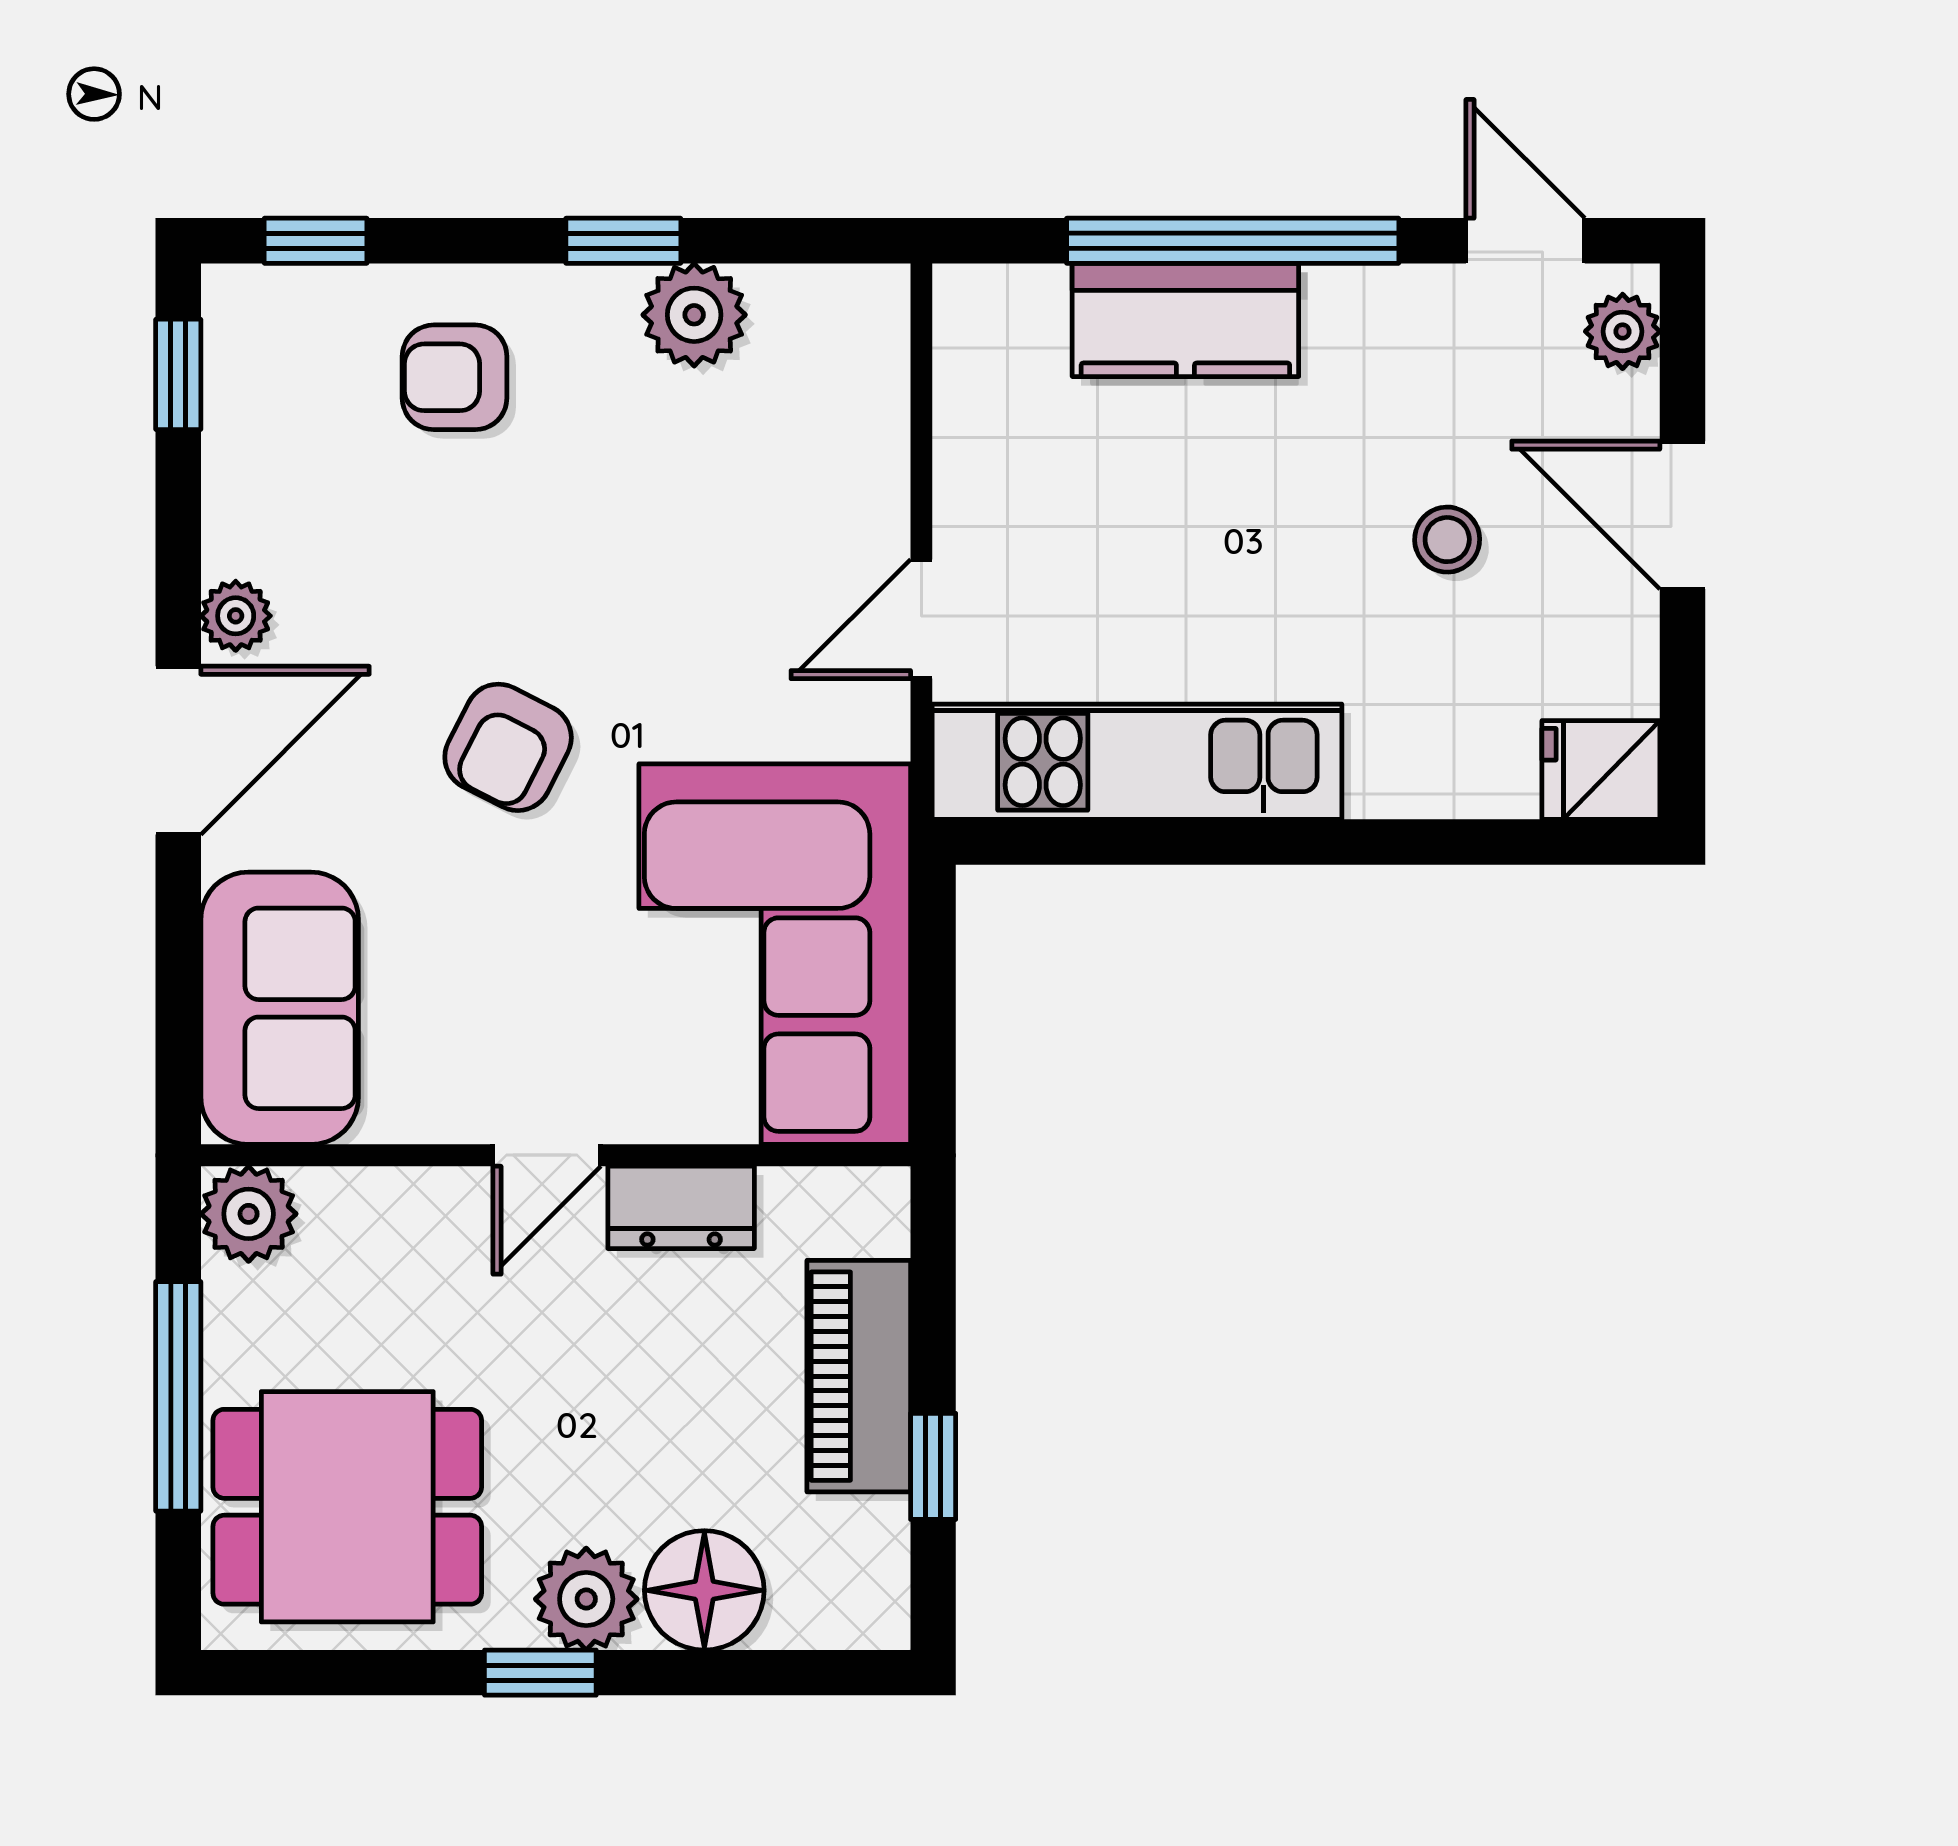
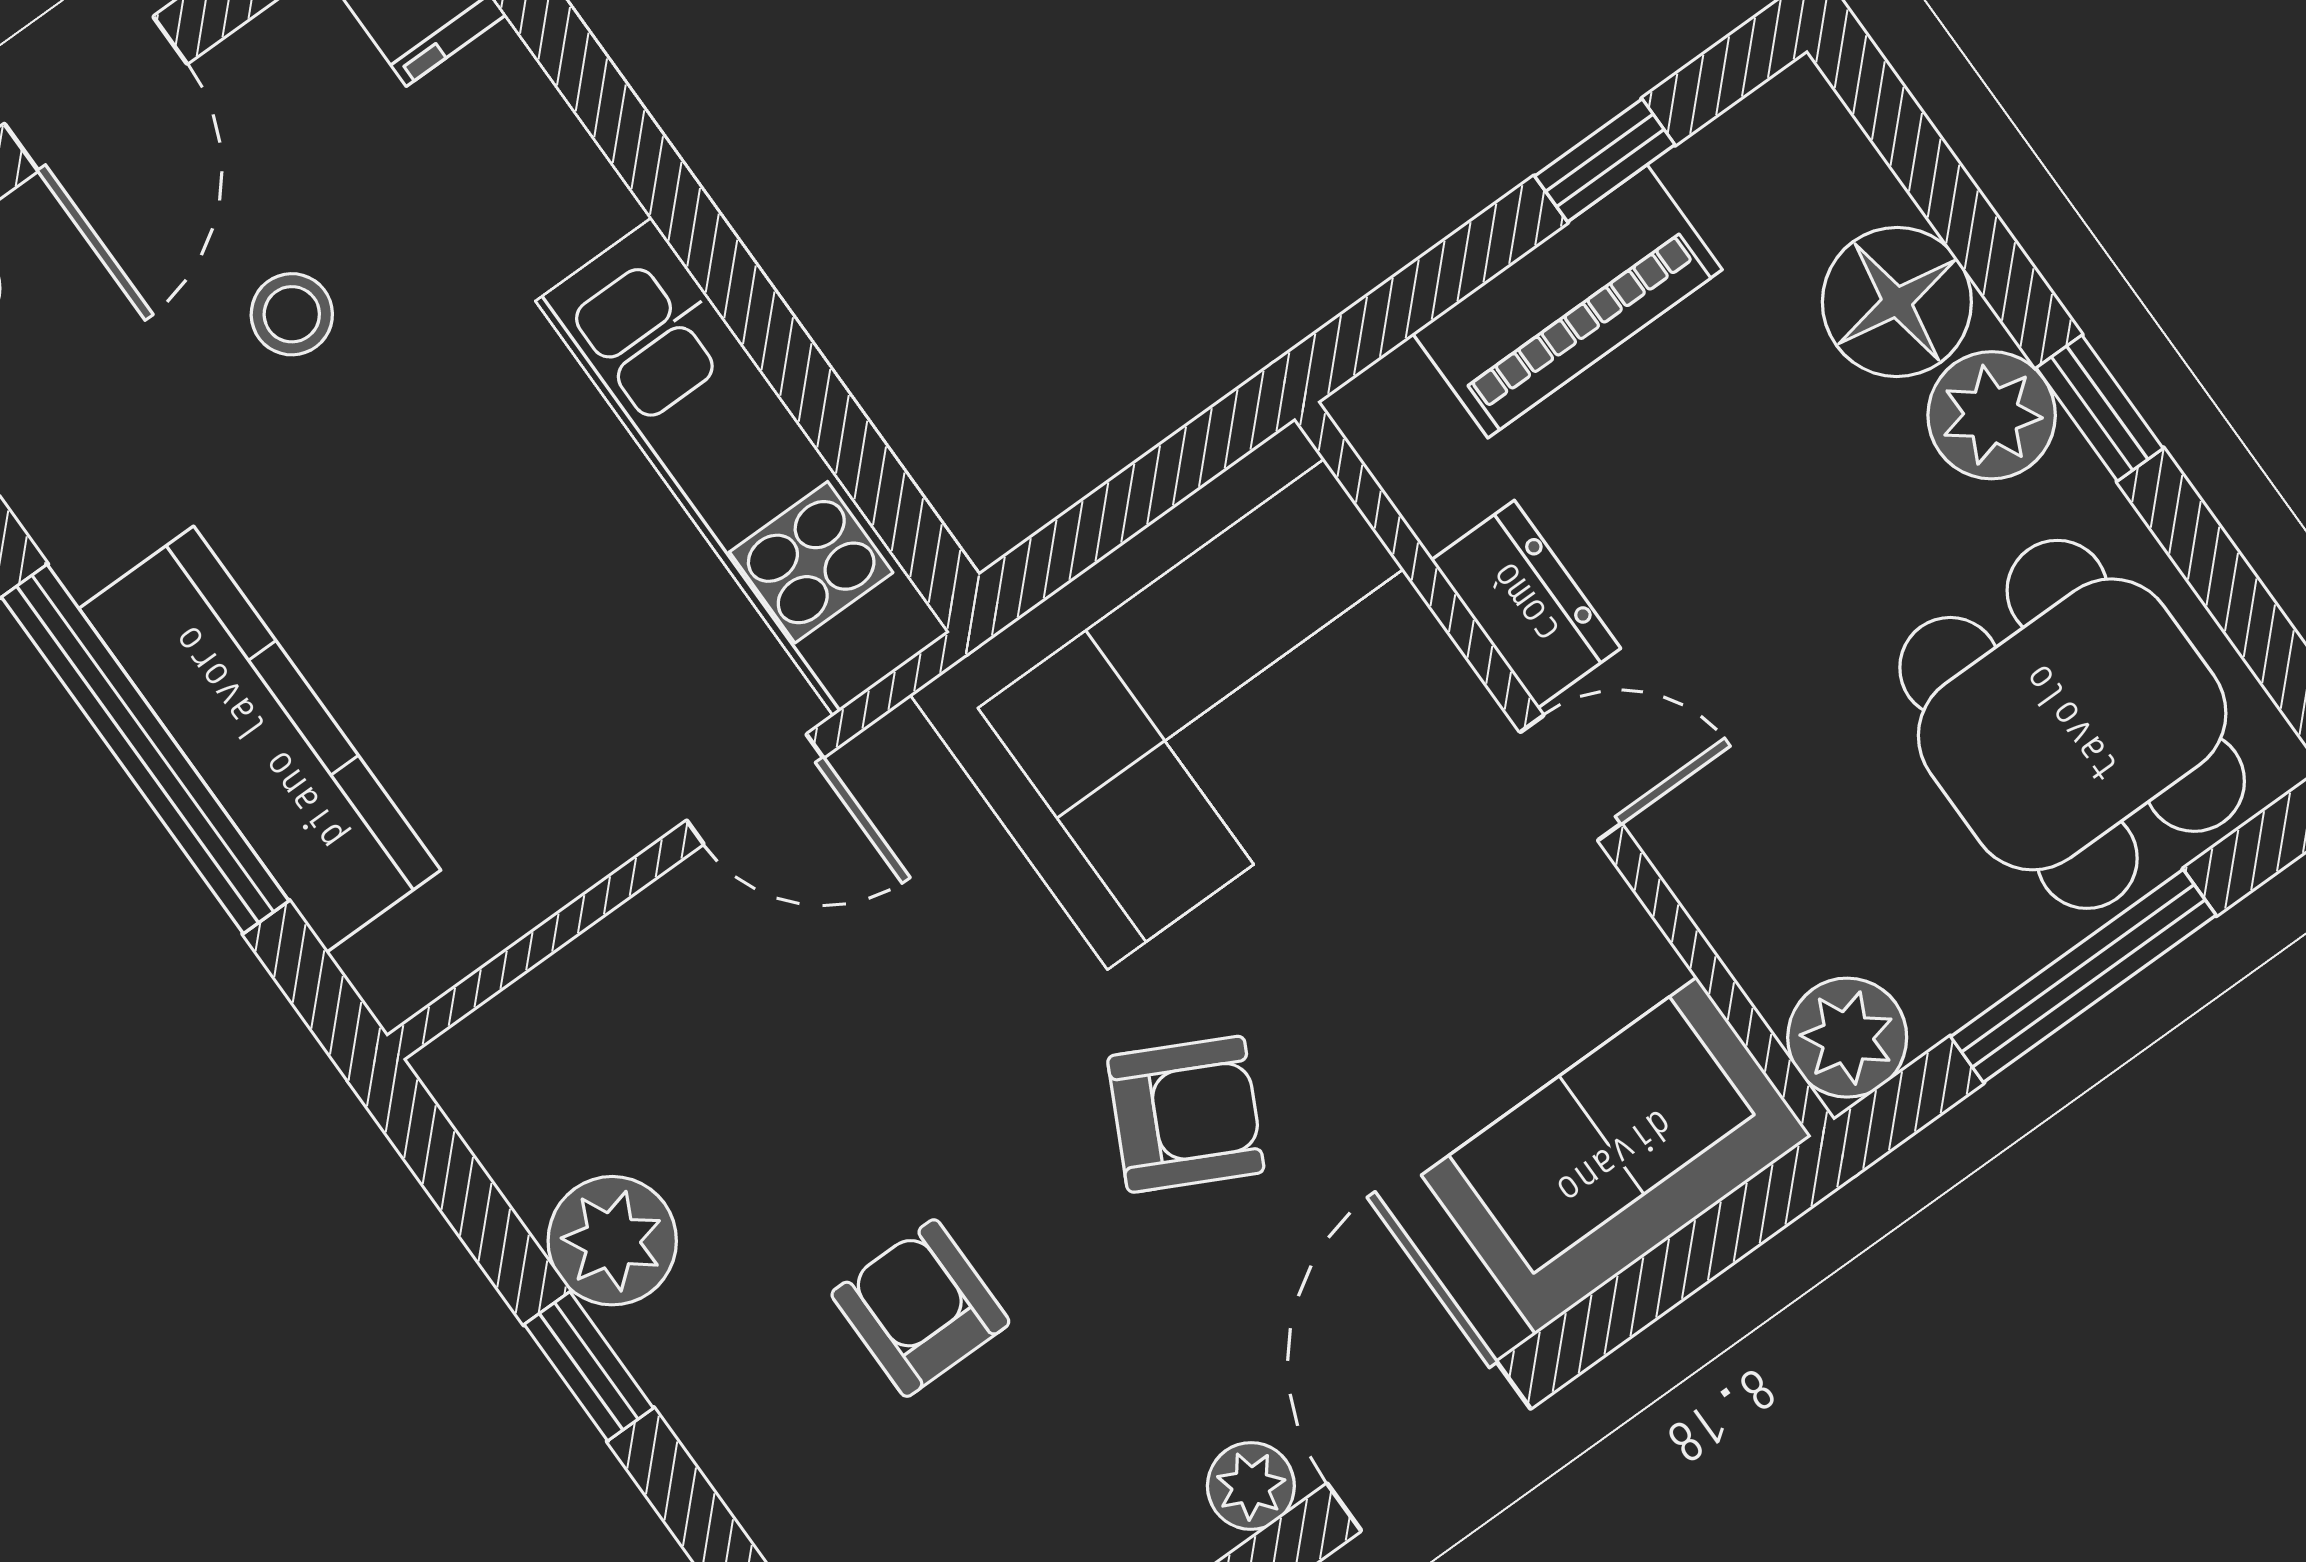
kitchen counter: (1185, 320) -> (260, 739), width x1.50
armchair: (455, 377) -> (920, 1308), moved, turned 180
door: (178, 750) -> (1429, 1446), hinge flipped

